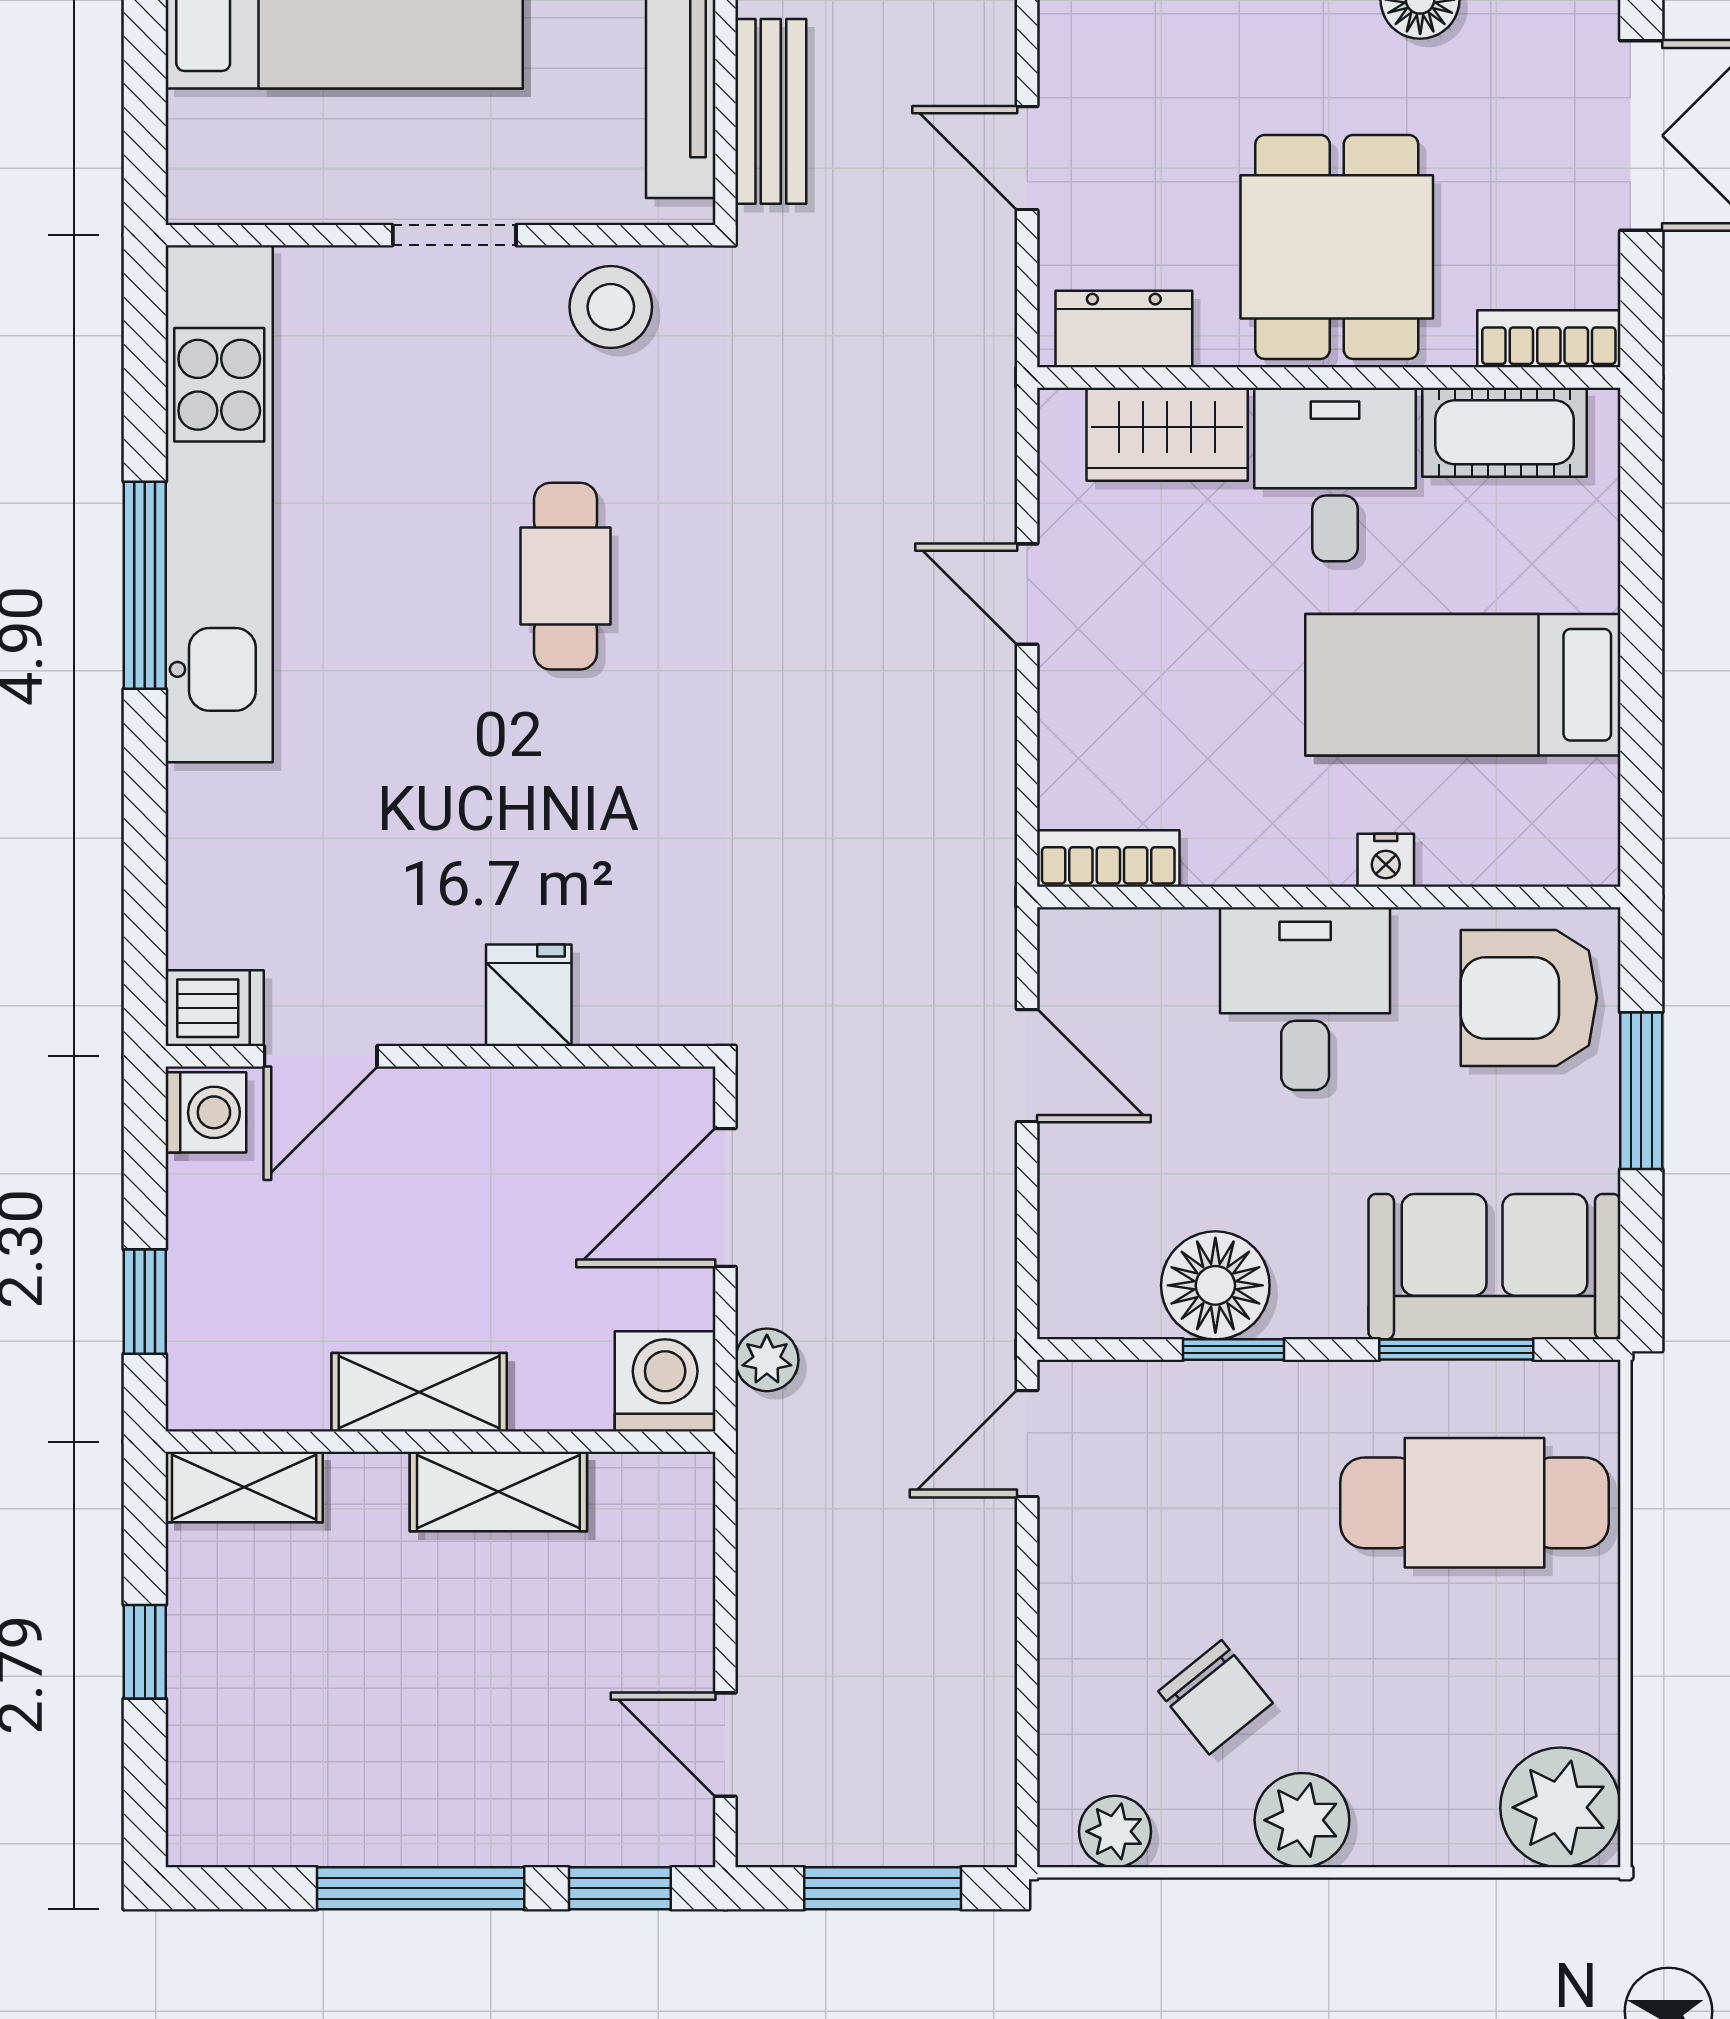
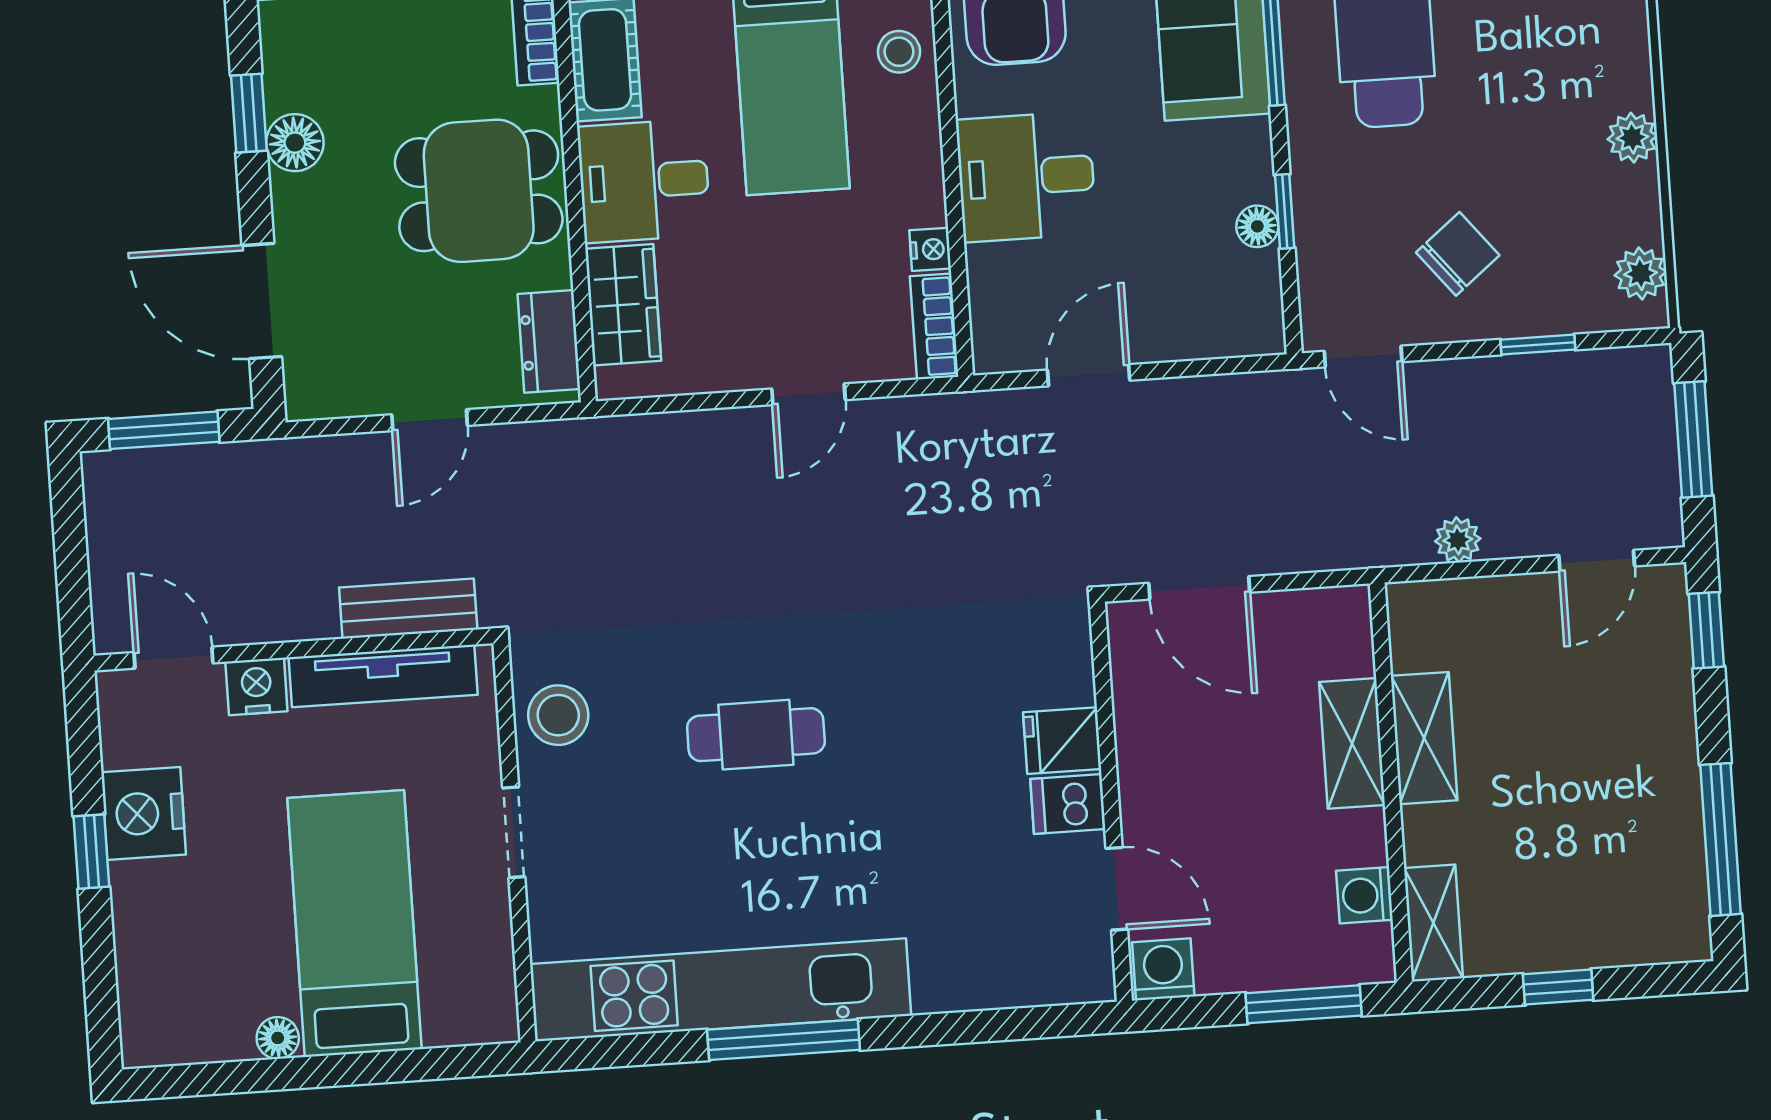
door: (1027, 594) -> (809, 394), moved
stool: (1488, 836) -> (899, 52), added
nightstand: (1386, 860) -> (930, 249), moved
dishwasher: (215, 1008) -> (1068, 804), moved, turned -90
floor lamp: (1215, 1285) -> (1257, 226), width x0.53, depth x0.53
window: (145, 1302) -> (1304, 1004), width x1.50
plant: (767, 1360) -> (1458, 540), moved
washing machine: (665, 1381) -> (1365, 895), moved, width x0.73, depth x0.73
shelving: (419, 1392) -> (1352, 743), moved
window: (1027, 1684) -> (1538, 345), added
chair: (1215, 1697) -> (1458, 254), moved
plant: (1302, 1820) -> (1632, 138), width x0.73, depth x0.73
window: (421, 1888) -> (1721, 839), moved

